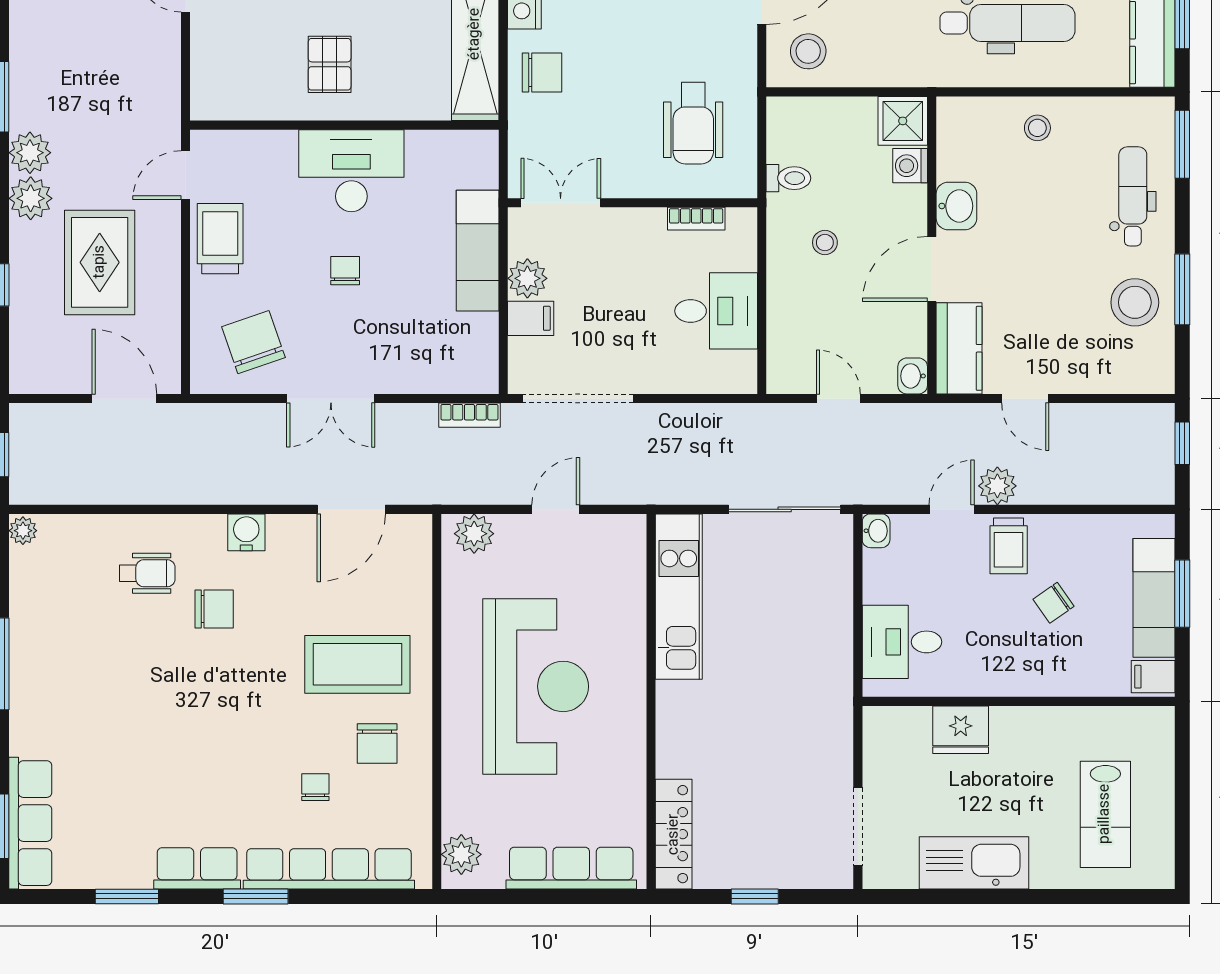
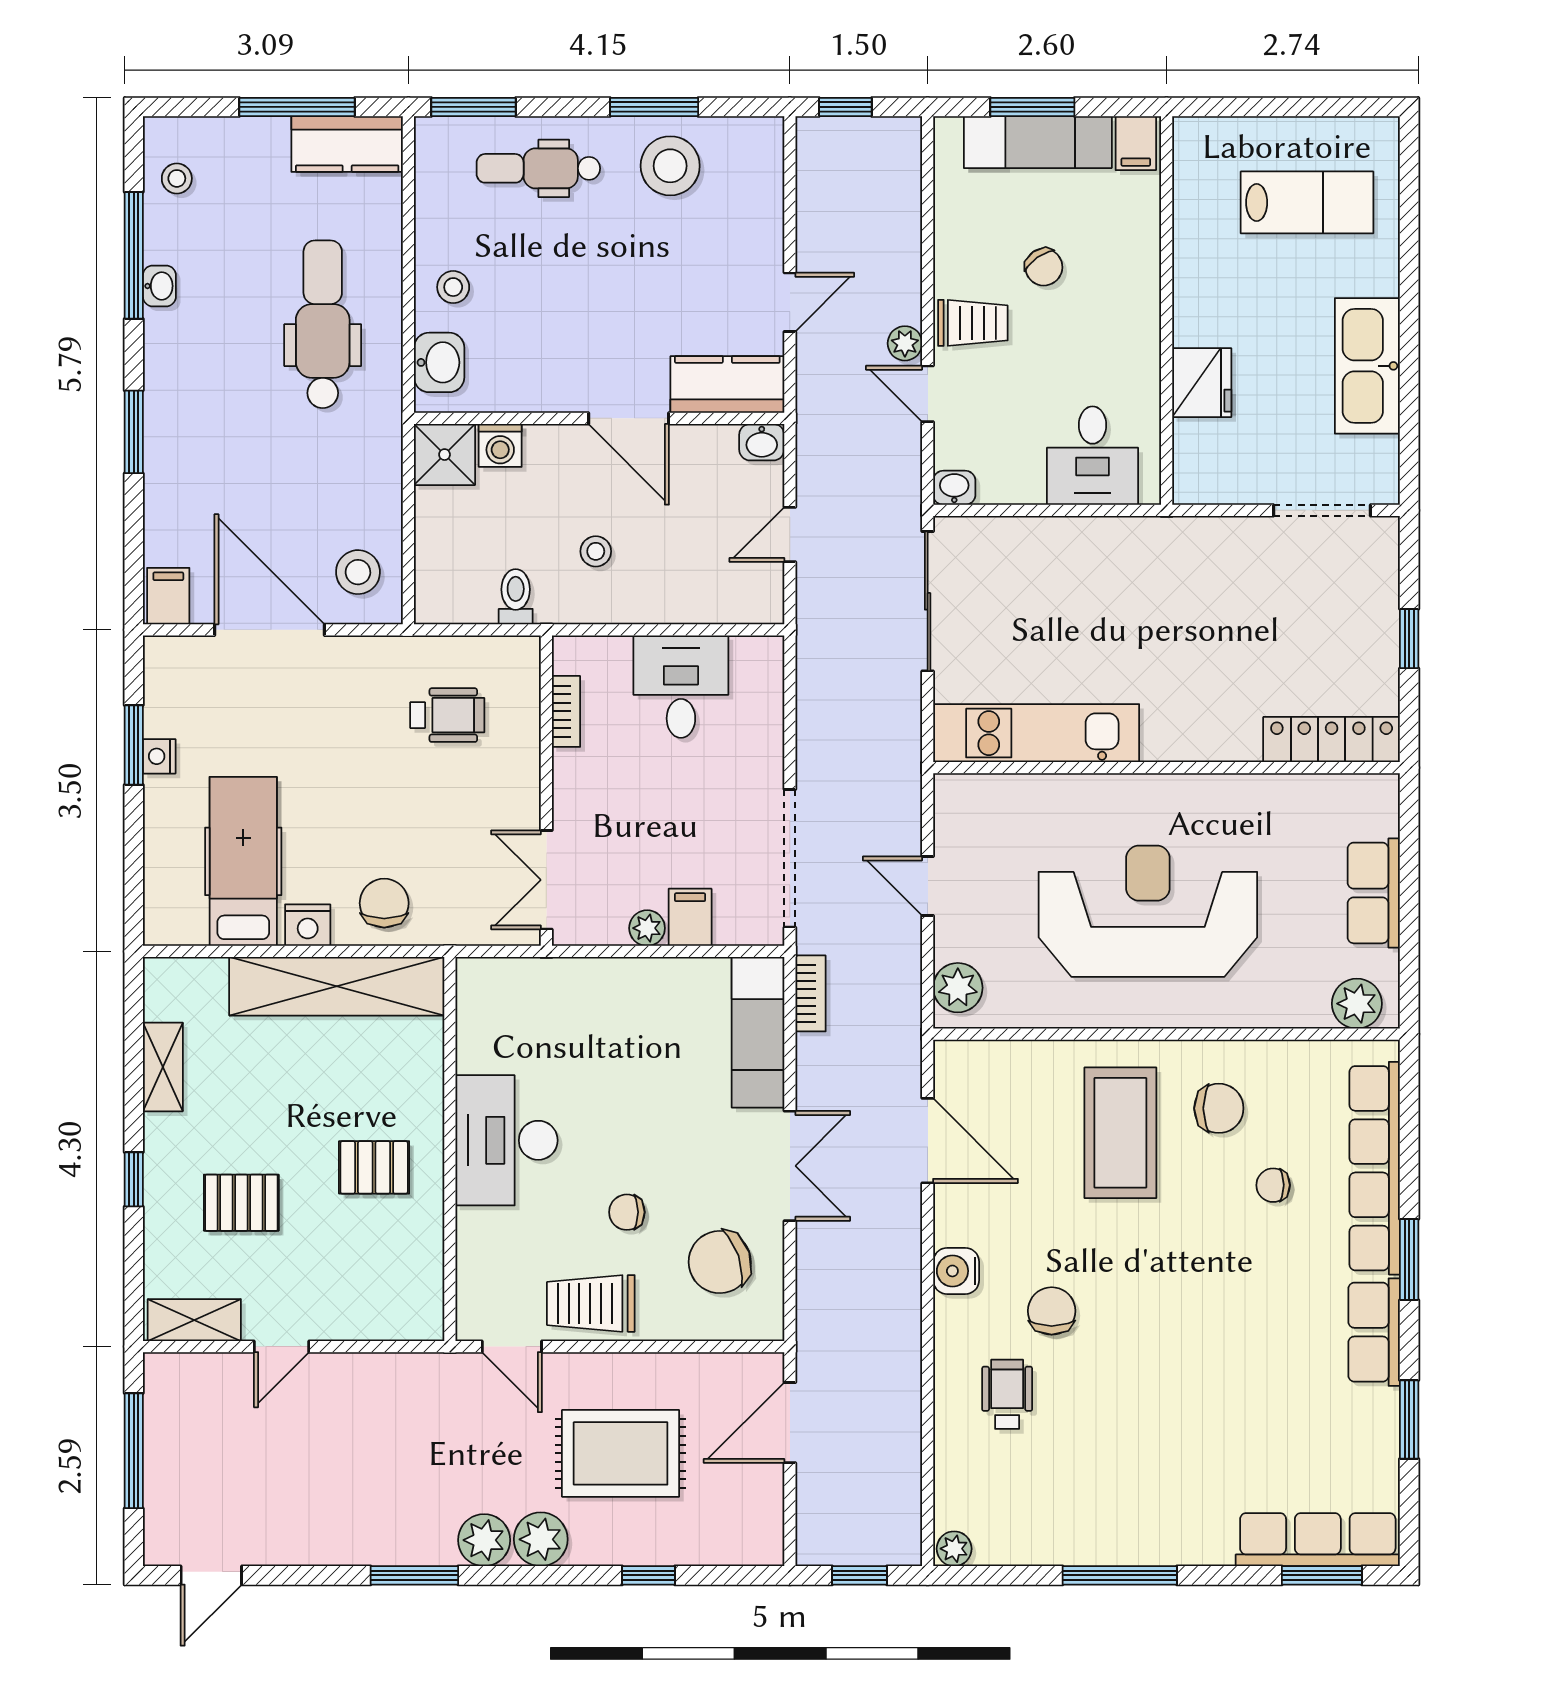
wheelchair: (693, 123) -> (447, 715), width x0.73, depth x0.73
washbasin: (956, 206) -> (439, 362), moved, turned 90
exam couch: (478, 251) -> (758, 1032), moved, turned 90
chair: (345, 271) -> (627, 1212), moved
plant: (527, 278) -> (647, 928), width x0.73, depth x0.73
plant: (997, 486) -> (905, 343), width x0.73, depth x0.73
row of seats: (571, 868) -> (1374, 893), width x0.68

